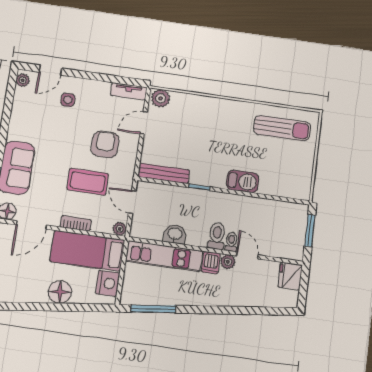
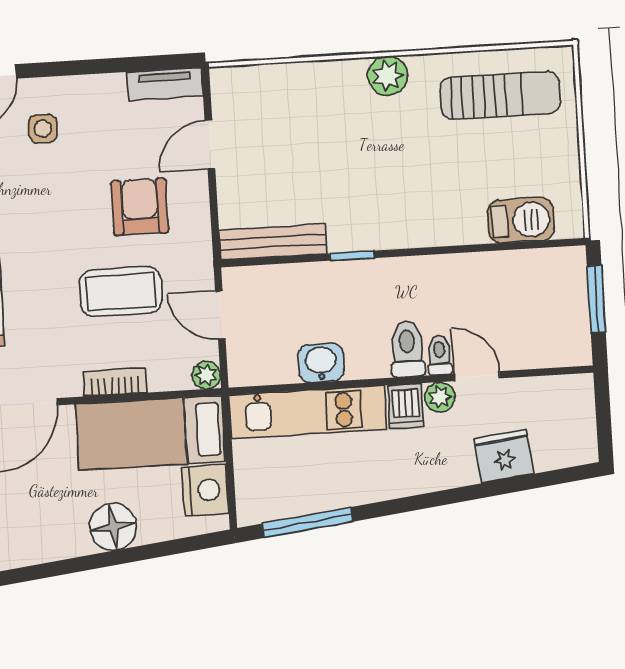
plant: (161, 98) -> (388, 76), moved
barbecue: (243, 181) -> (521, 220), moved
fridge: (290, 276) -> (504, 456), moved, turned 83

